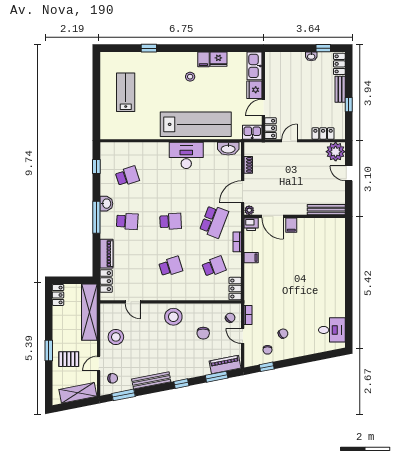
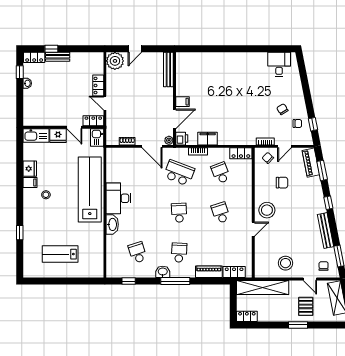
window: (349, 105) -> (51, 49), moved
locker: (323, 133) -> (98, 85), moved
washbasin: (228, 149) -> (112, 224), moved
filing cabinet: (251, 258) -> (208, 139), width x2.00
door: (133, 302) -> (253, 229), moved

